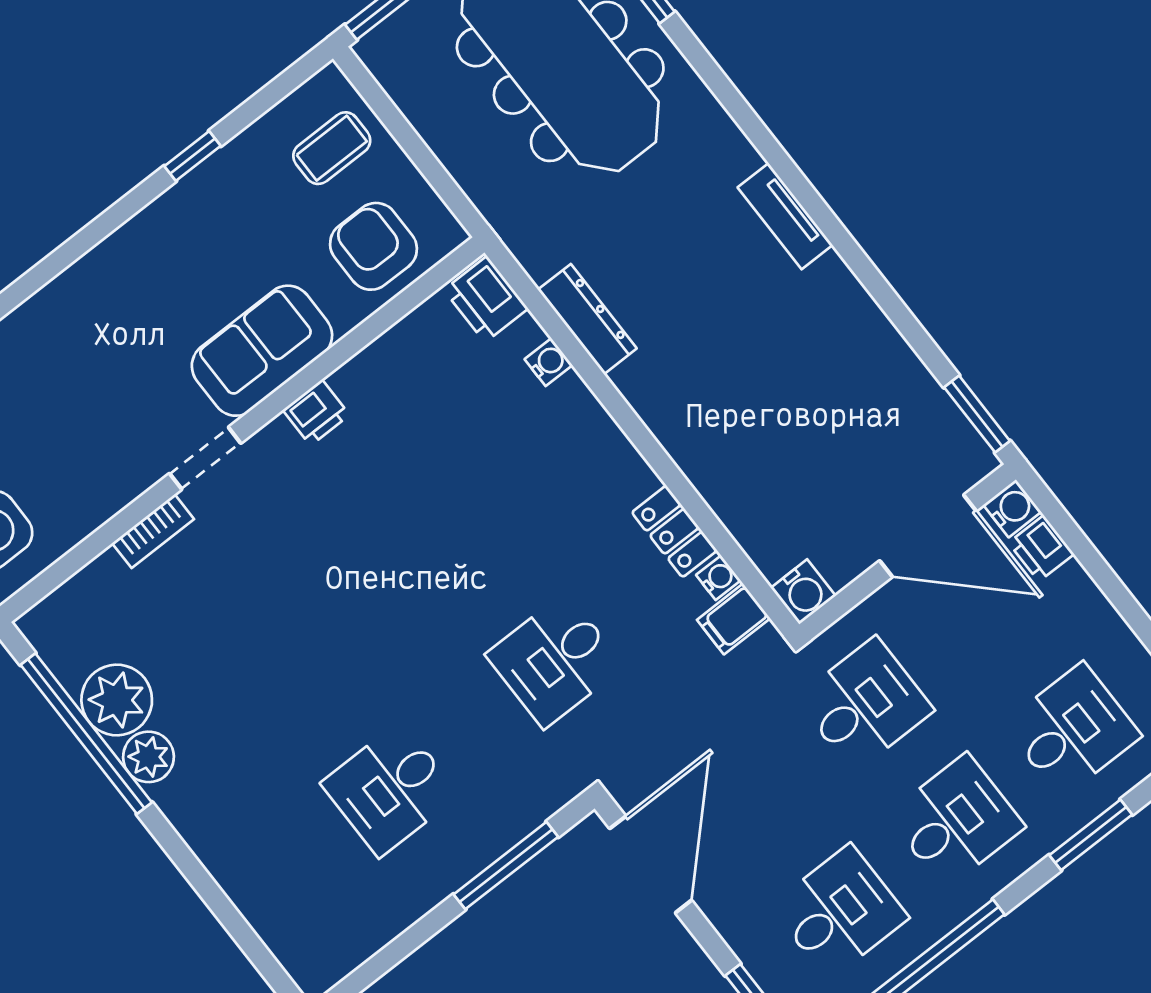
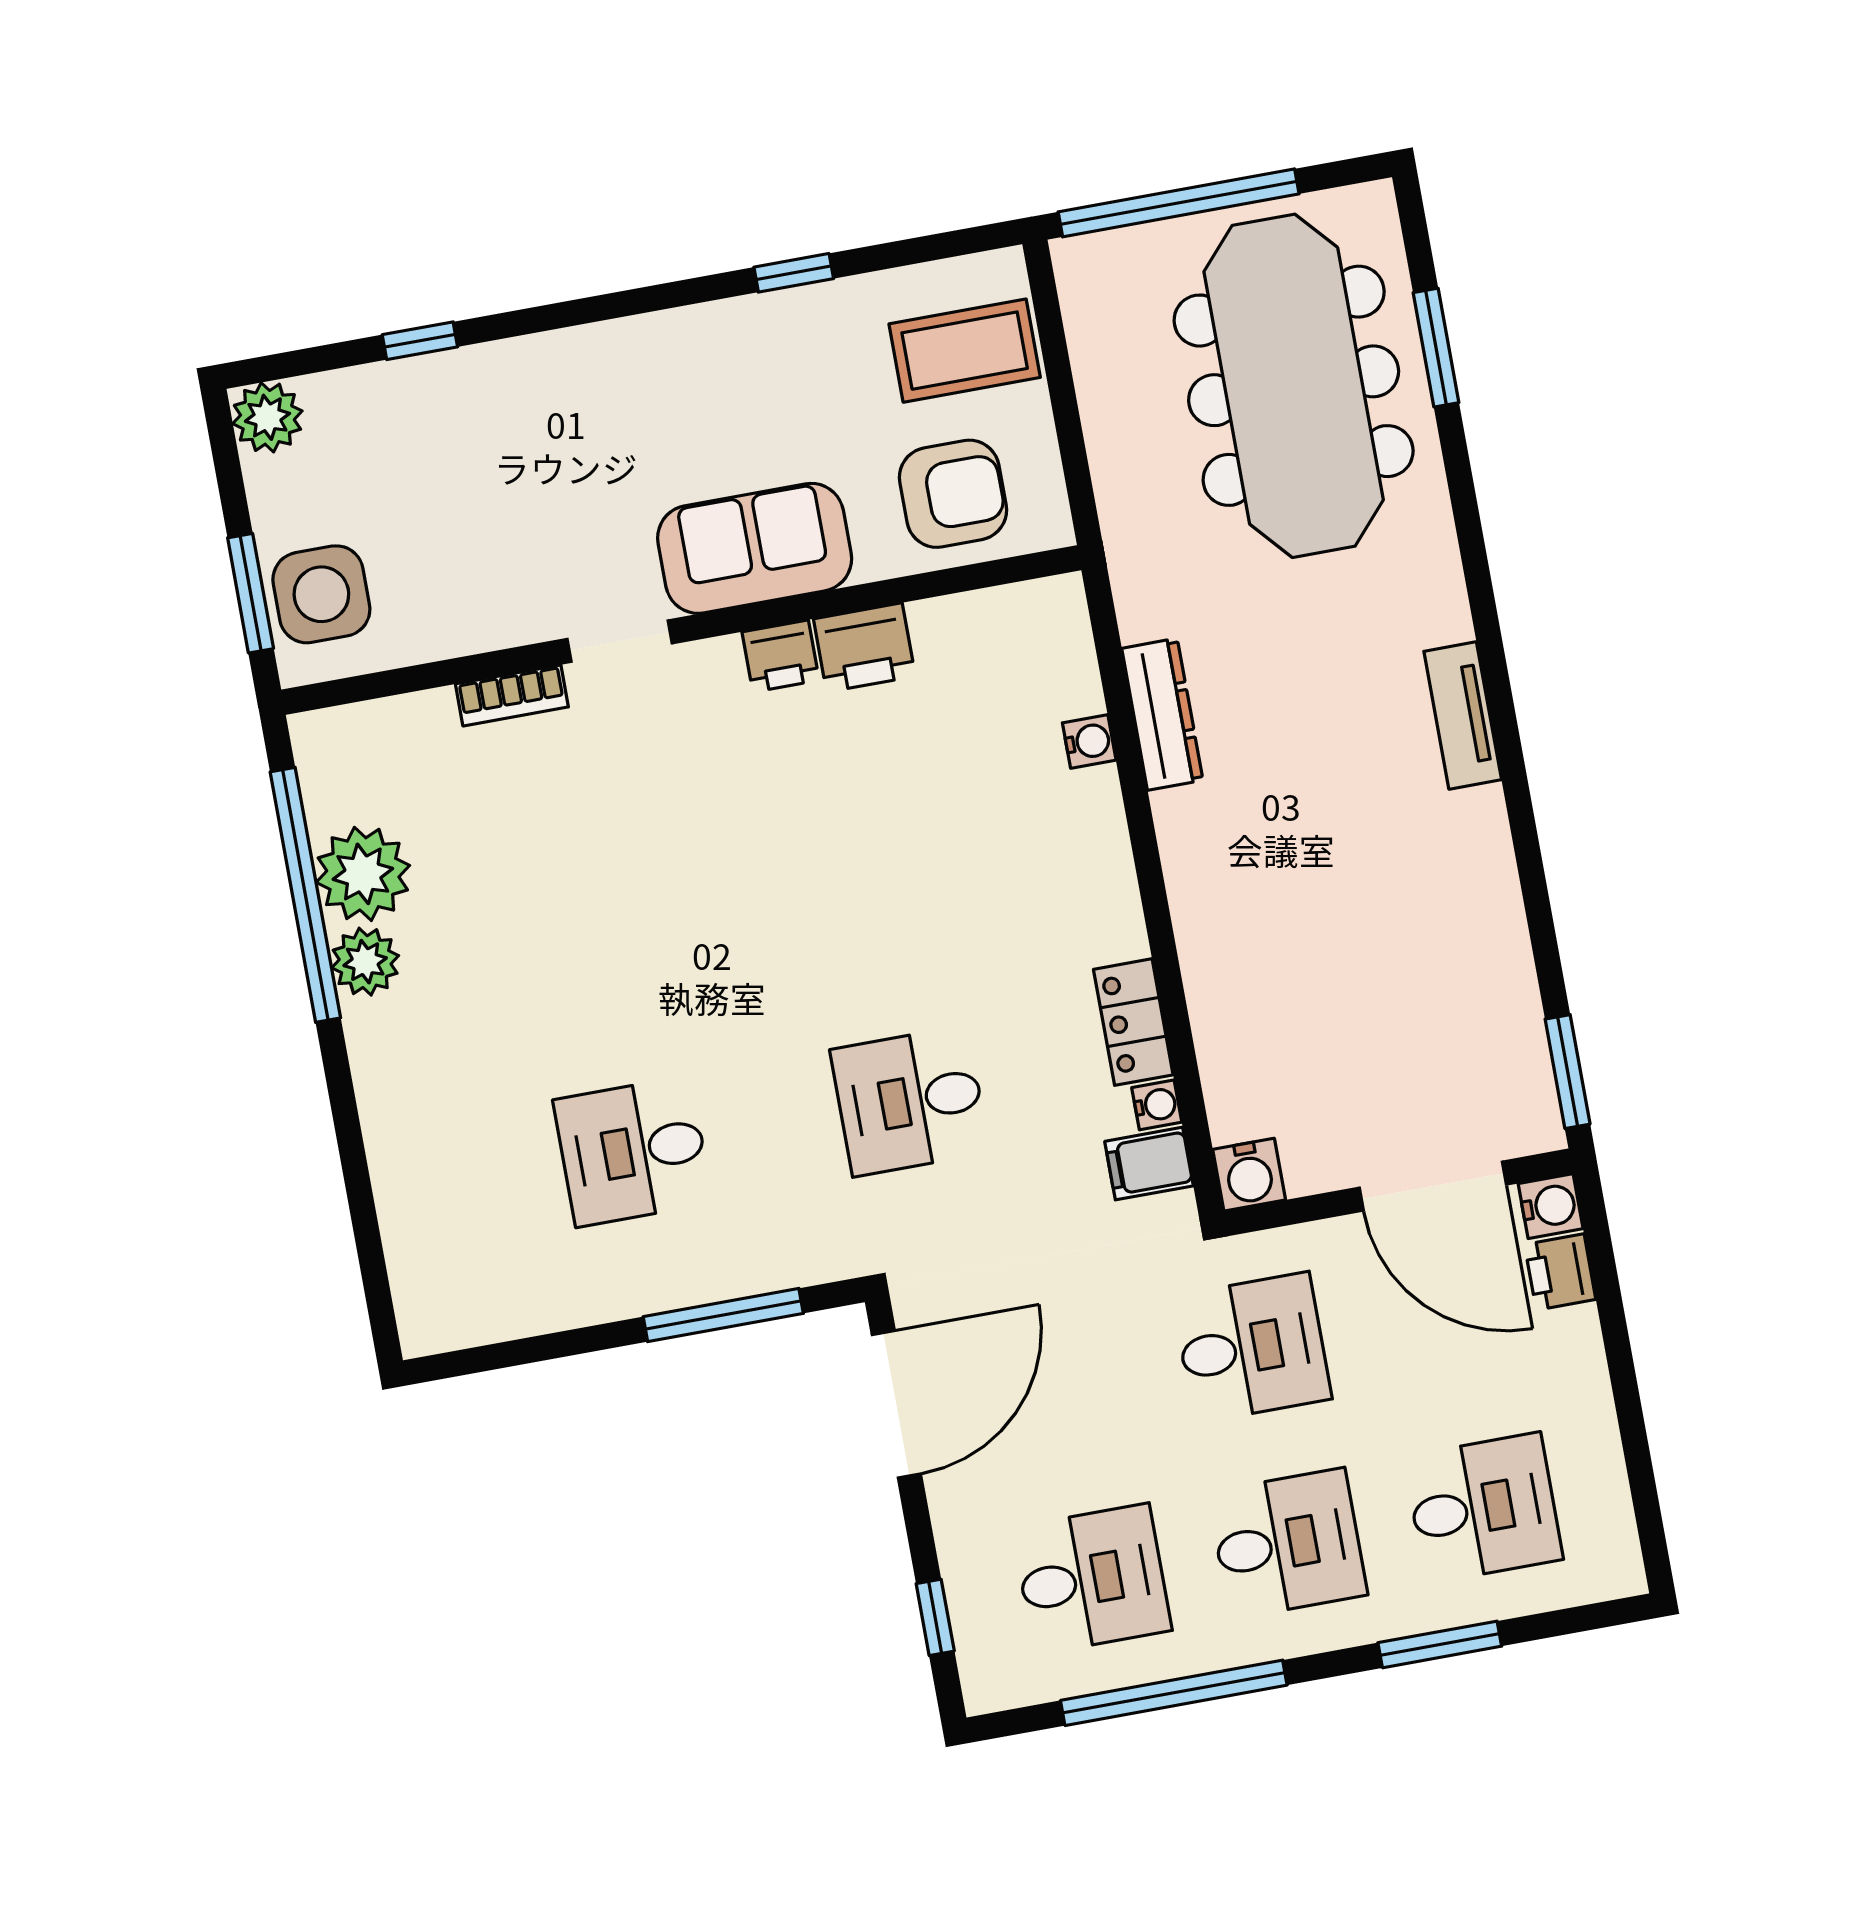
coffee table: (332, 148) -> (965, 351), width x1.36, depth x1.30
armchair: (373, 246) -> (953, 494), turned 90
printer: (486, 299) -> (864, 648), moved, turned -90

